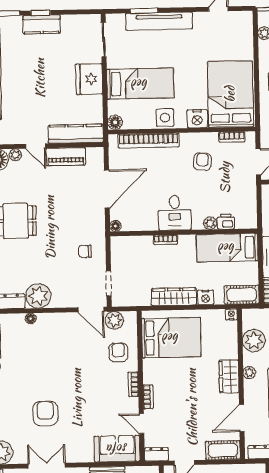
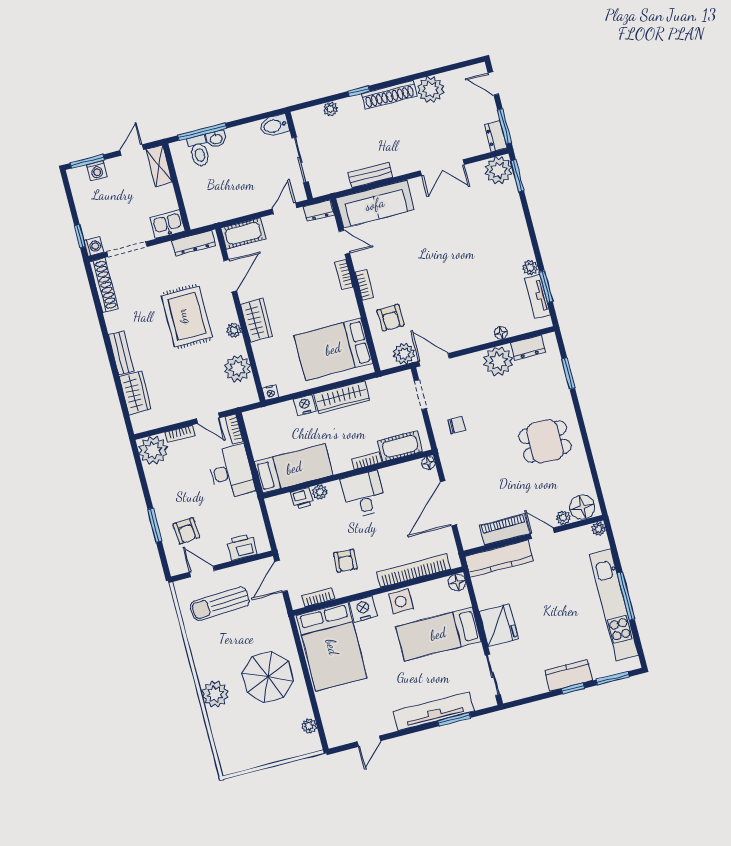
cot: (242, 295) -> (400, 446), moved
armchair: (45, 413) -> (458, 227), removed
sofa: (117, 449) -> (375, 204), width x1.36

